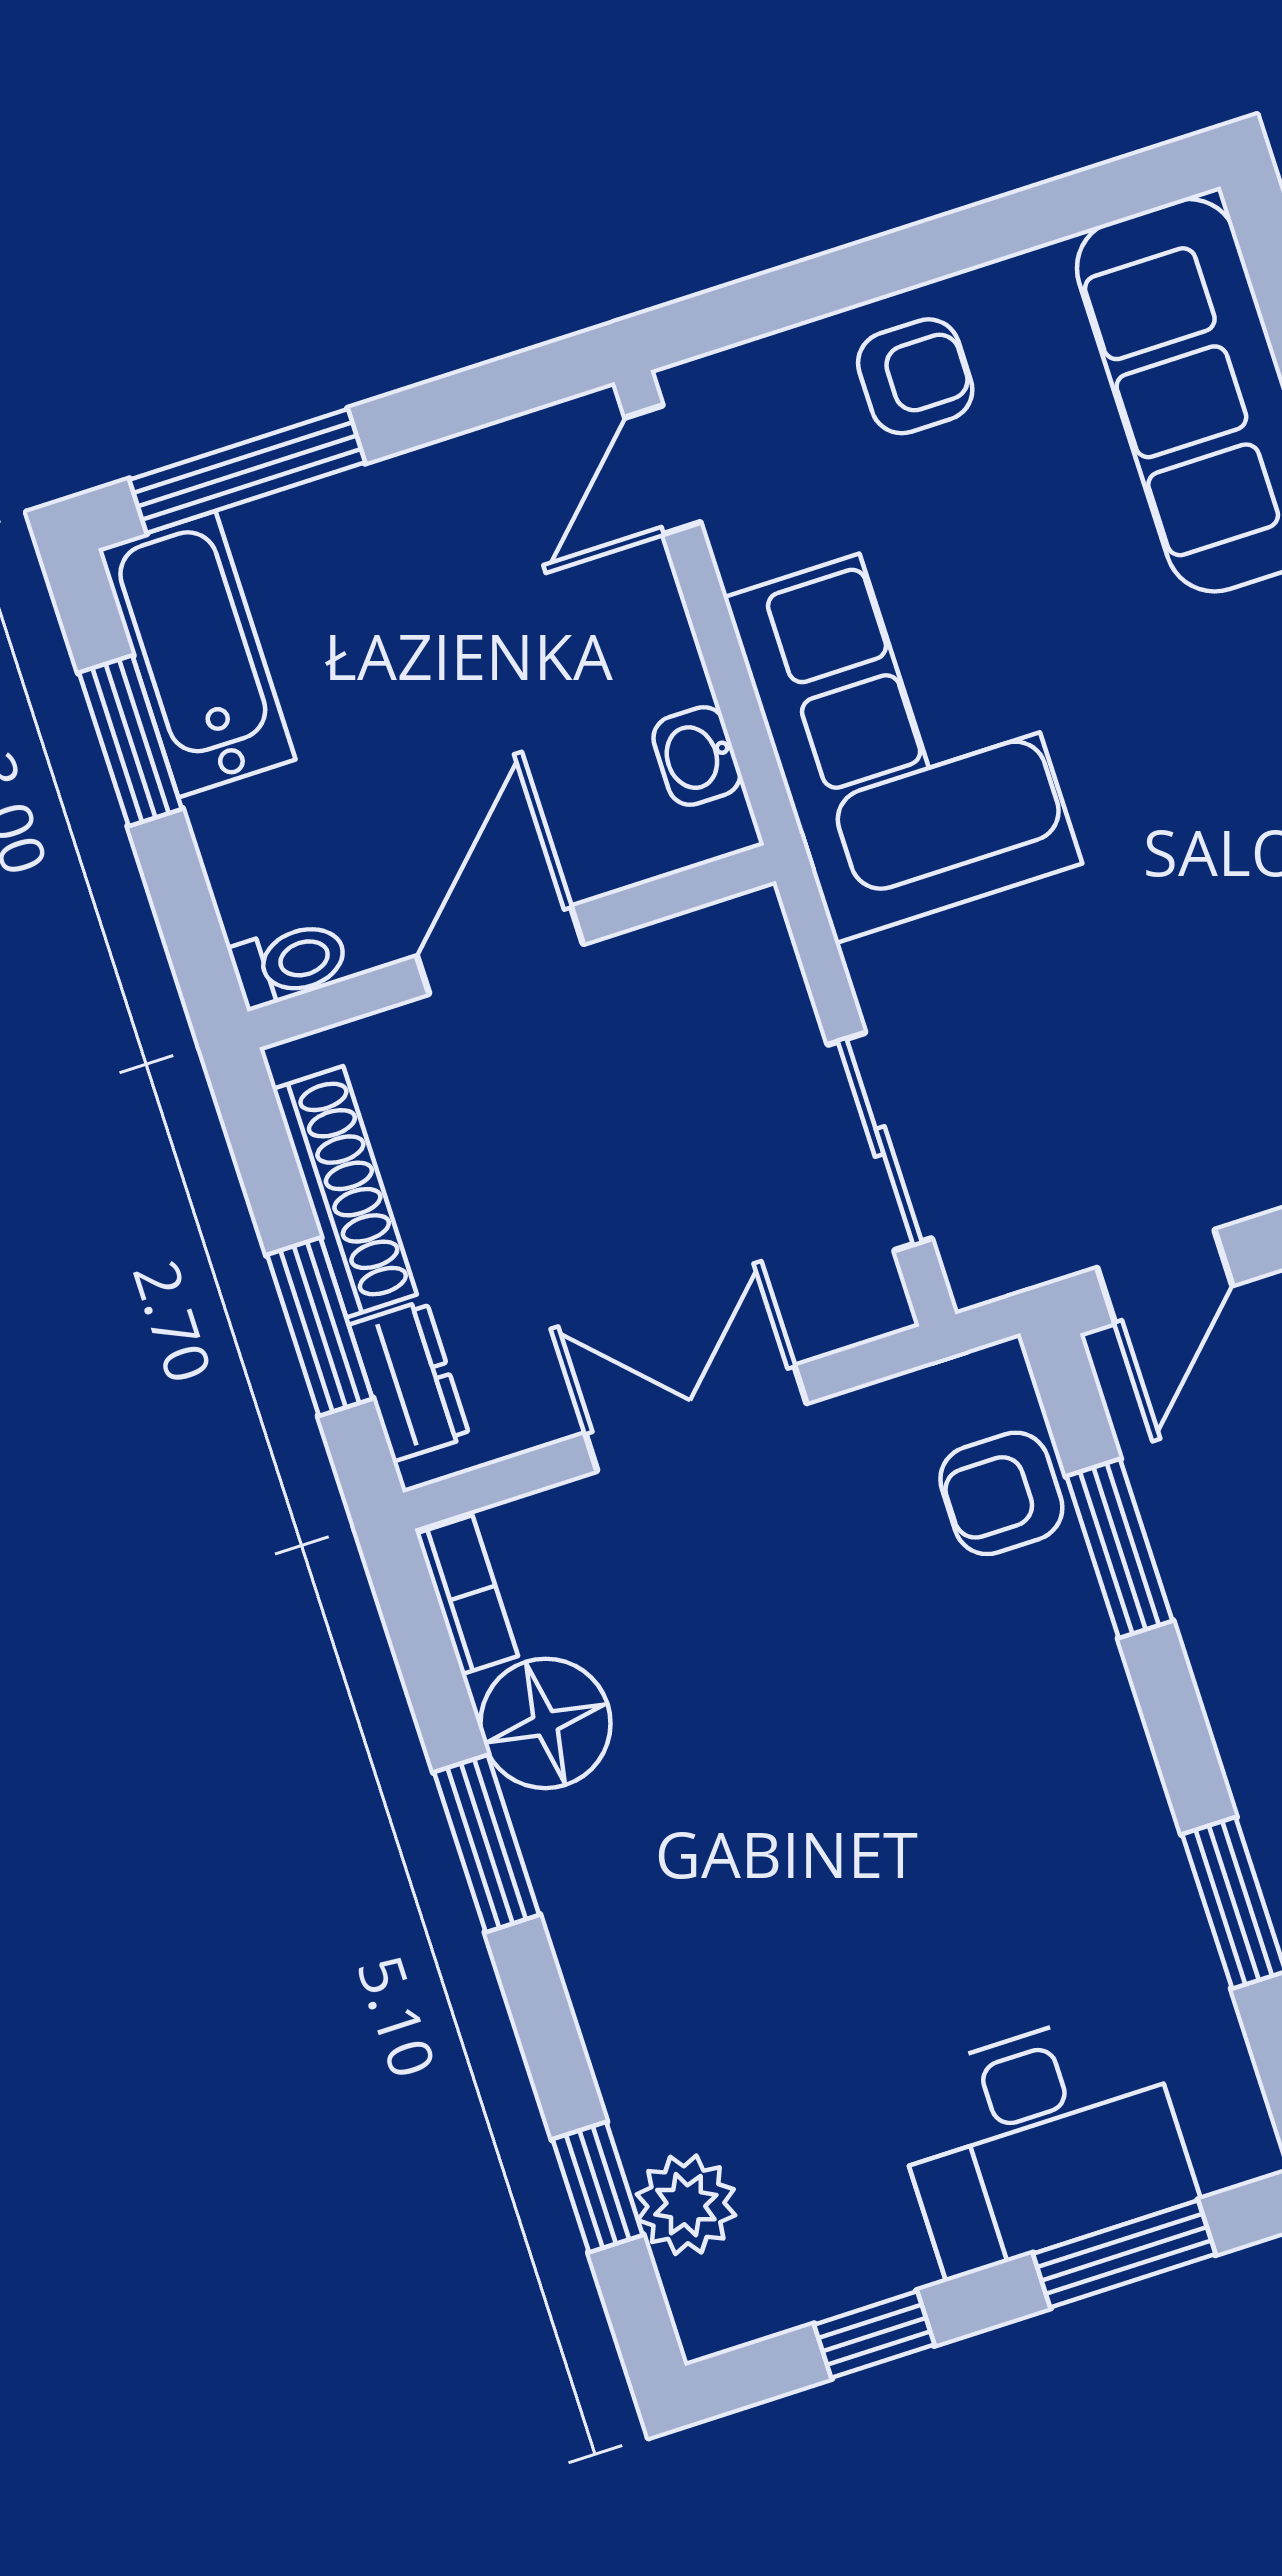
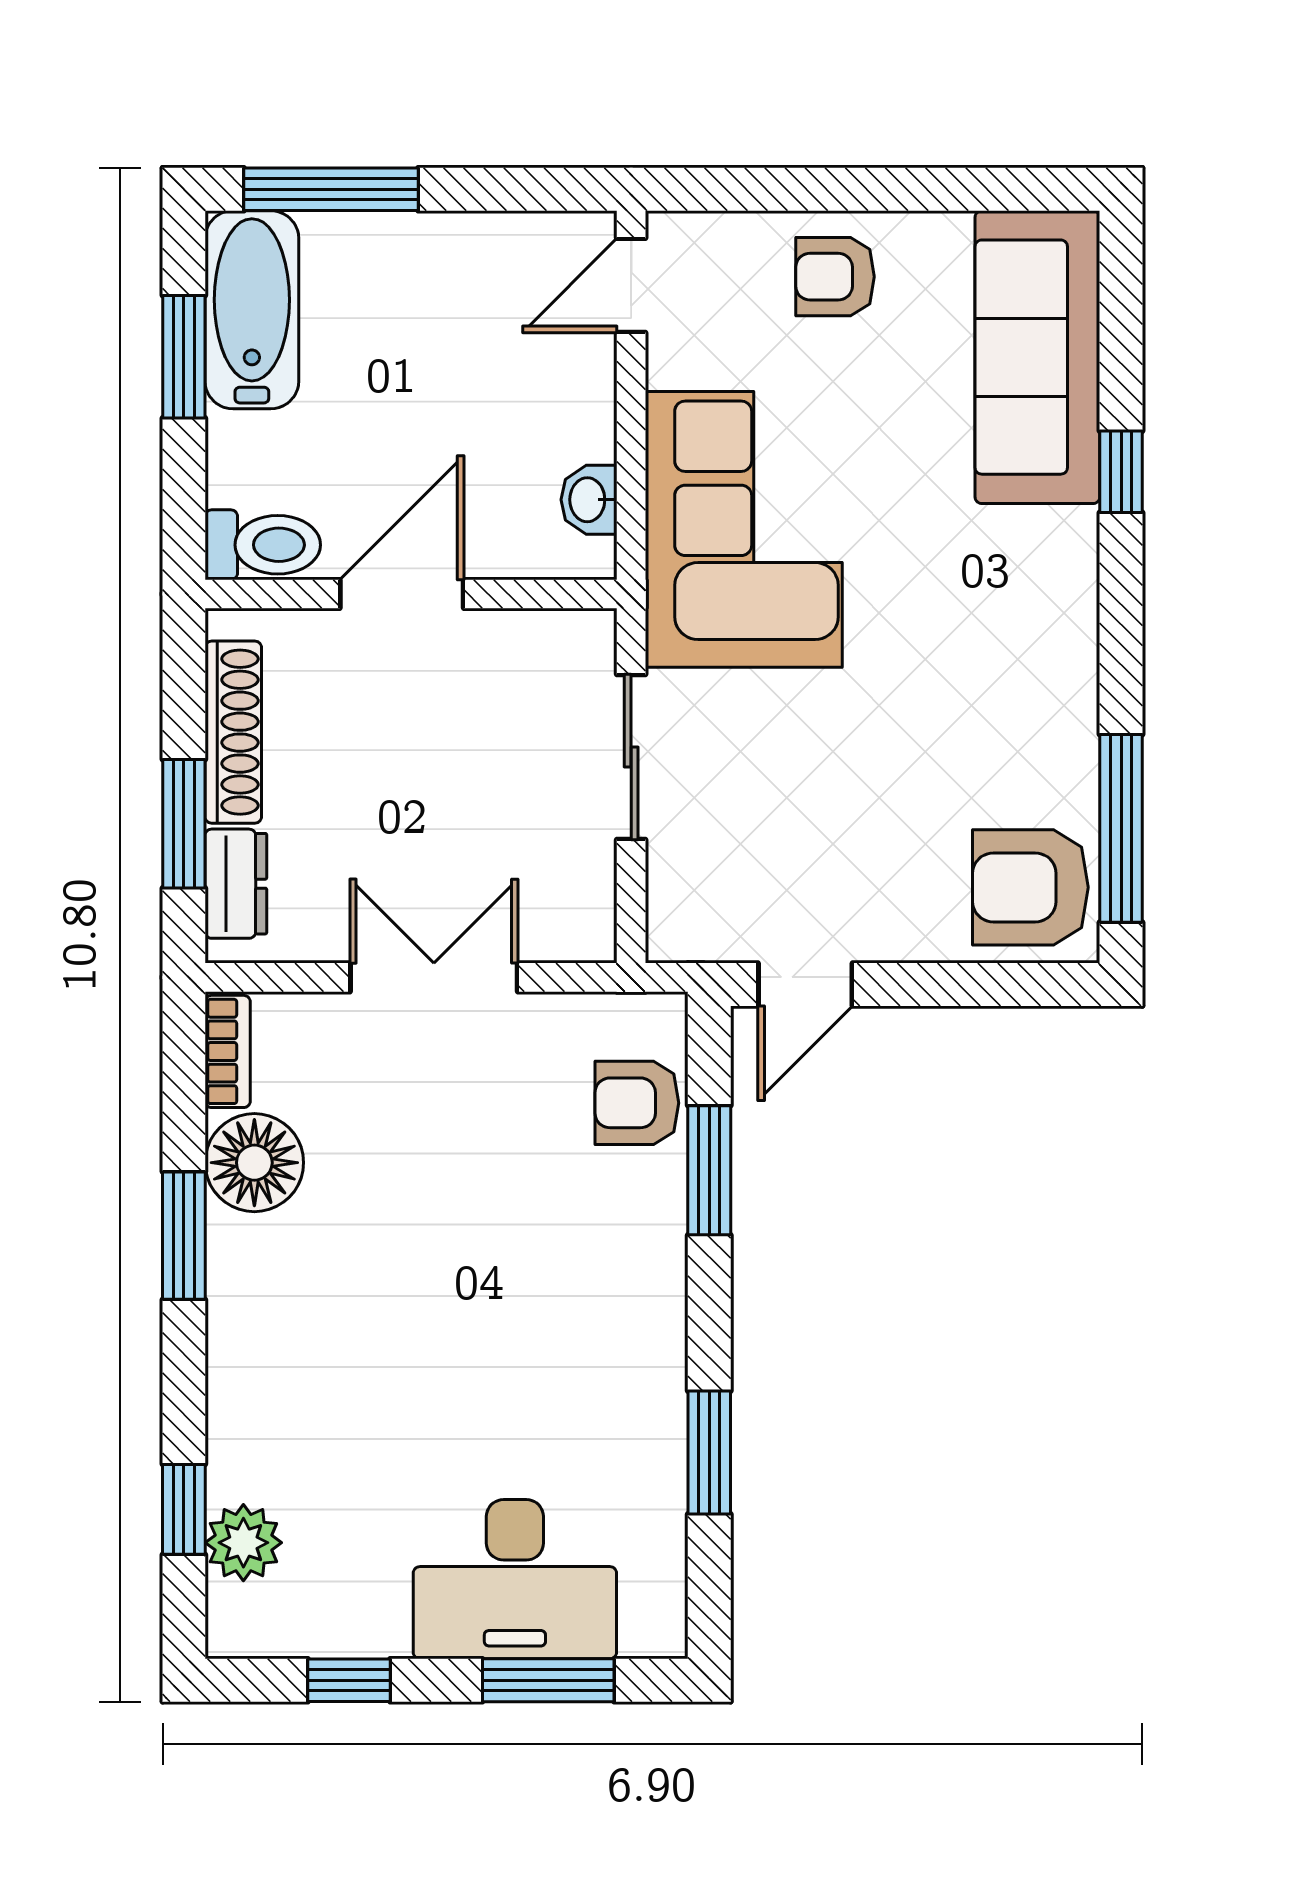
armchair: (915, 376) -> (835, 277), turned 180
toilet: (289, 963) -> (263, 545), width x1.37, depth x1.39
sliding door: (880, 1142) -> (631, 757), moved

